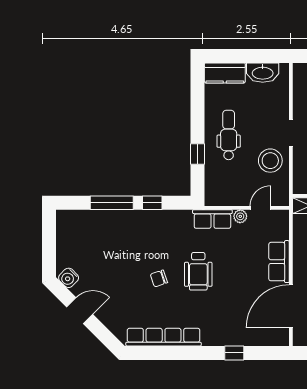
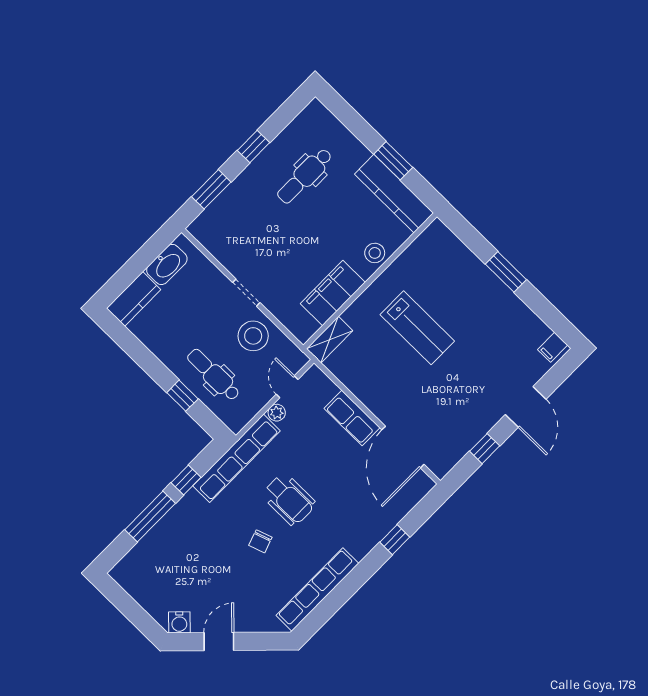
dental chair: (229, 135) -> (214, 375), moved
row of seats: (212, 219) -> (237, 458), width x2.02

